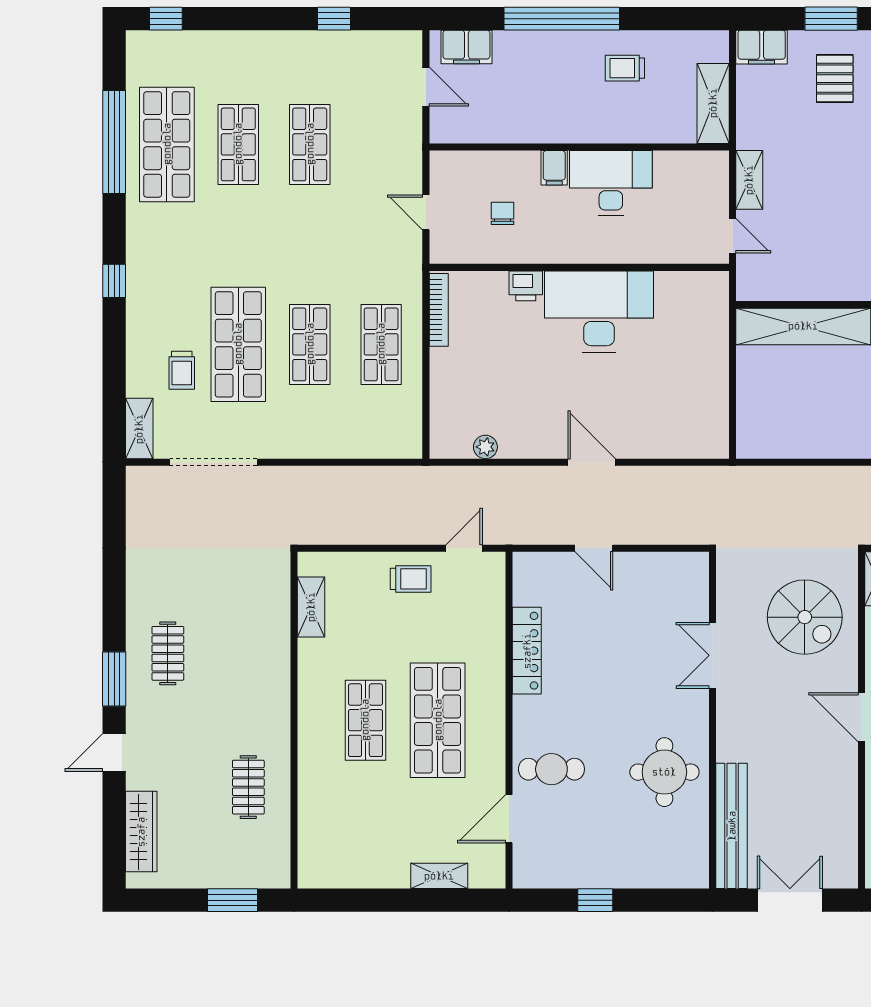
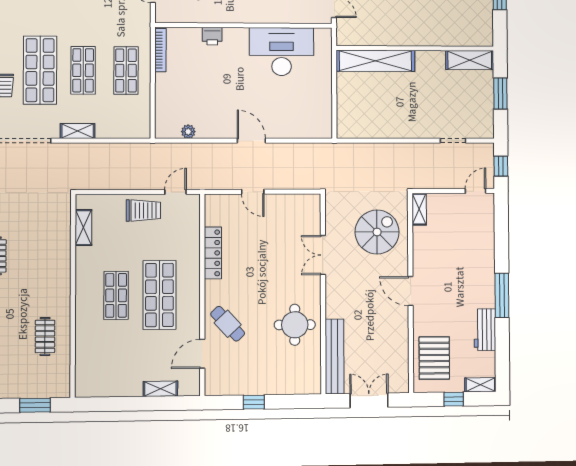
desk: (599, 312) -> (281, 52), moved
shelving: (301, 446) -> (78, 131), added
trolley: (411, 579) -> (143, 210), width x1.36, depth x1.39
spiral stairs: (805, 617) -> (377, 232), turned -90
cafe table: (551, 769) -> (228, 324), turned 47

